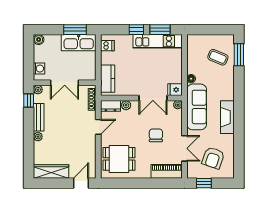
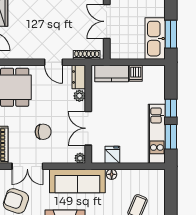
dishwasher: (107, 46) -> (136, 73), moved
fridge: (175, 90) -> (112, 155), moved

